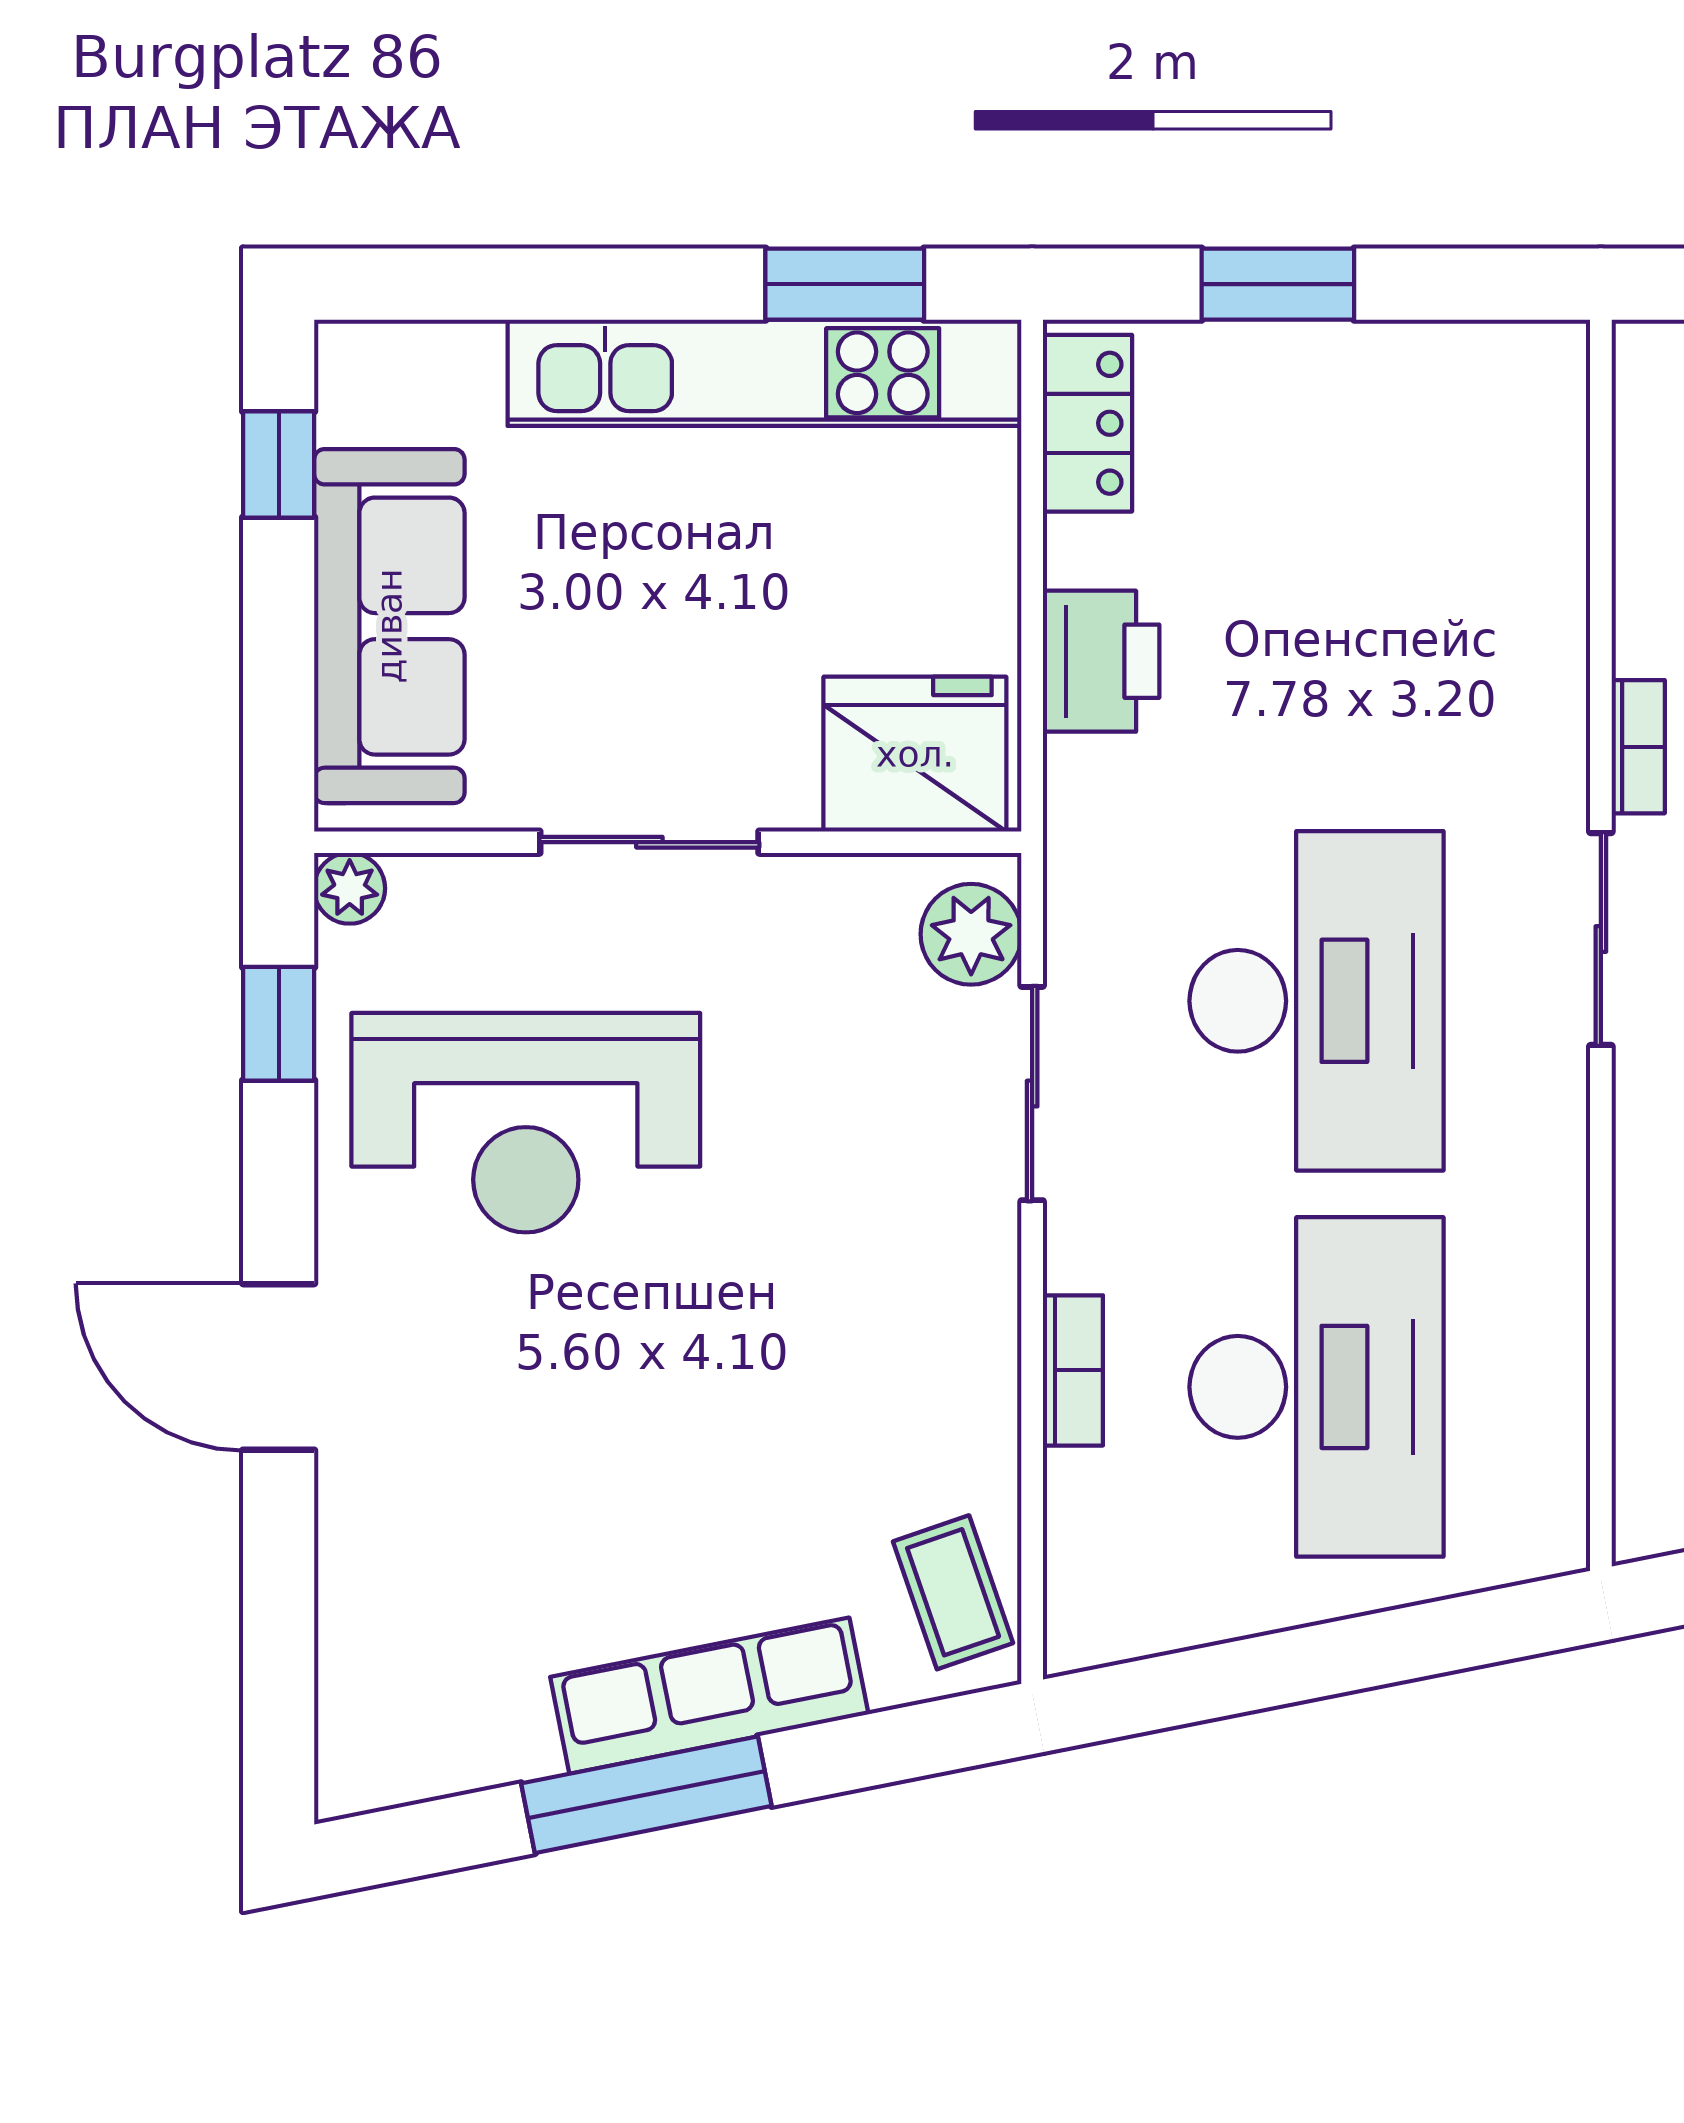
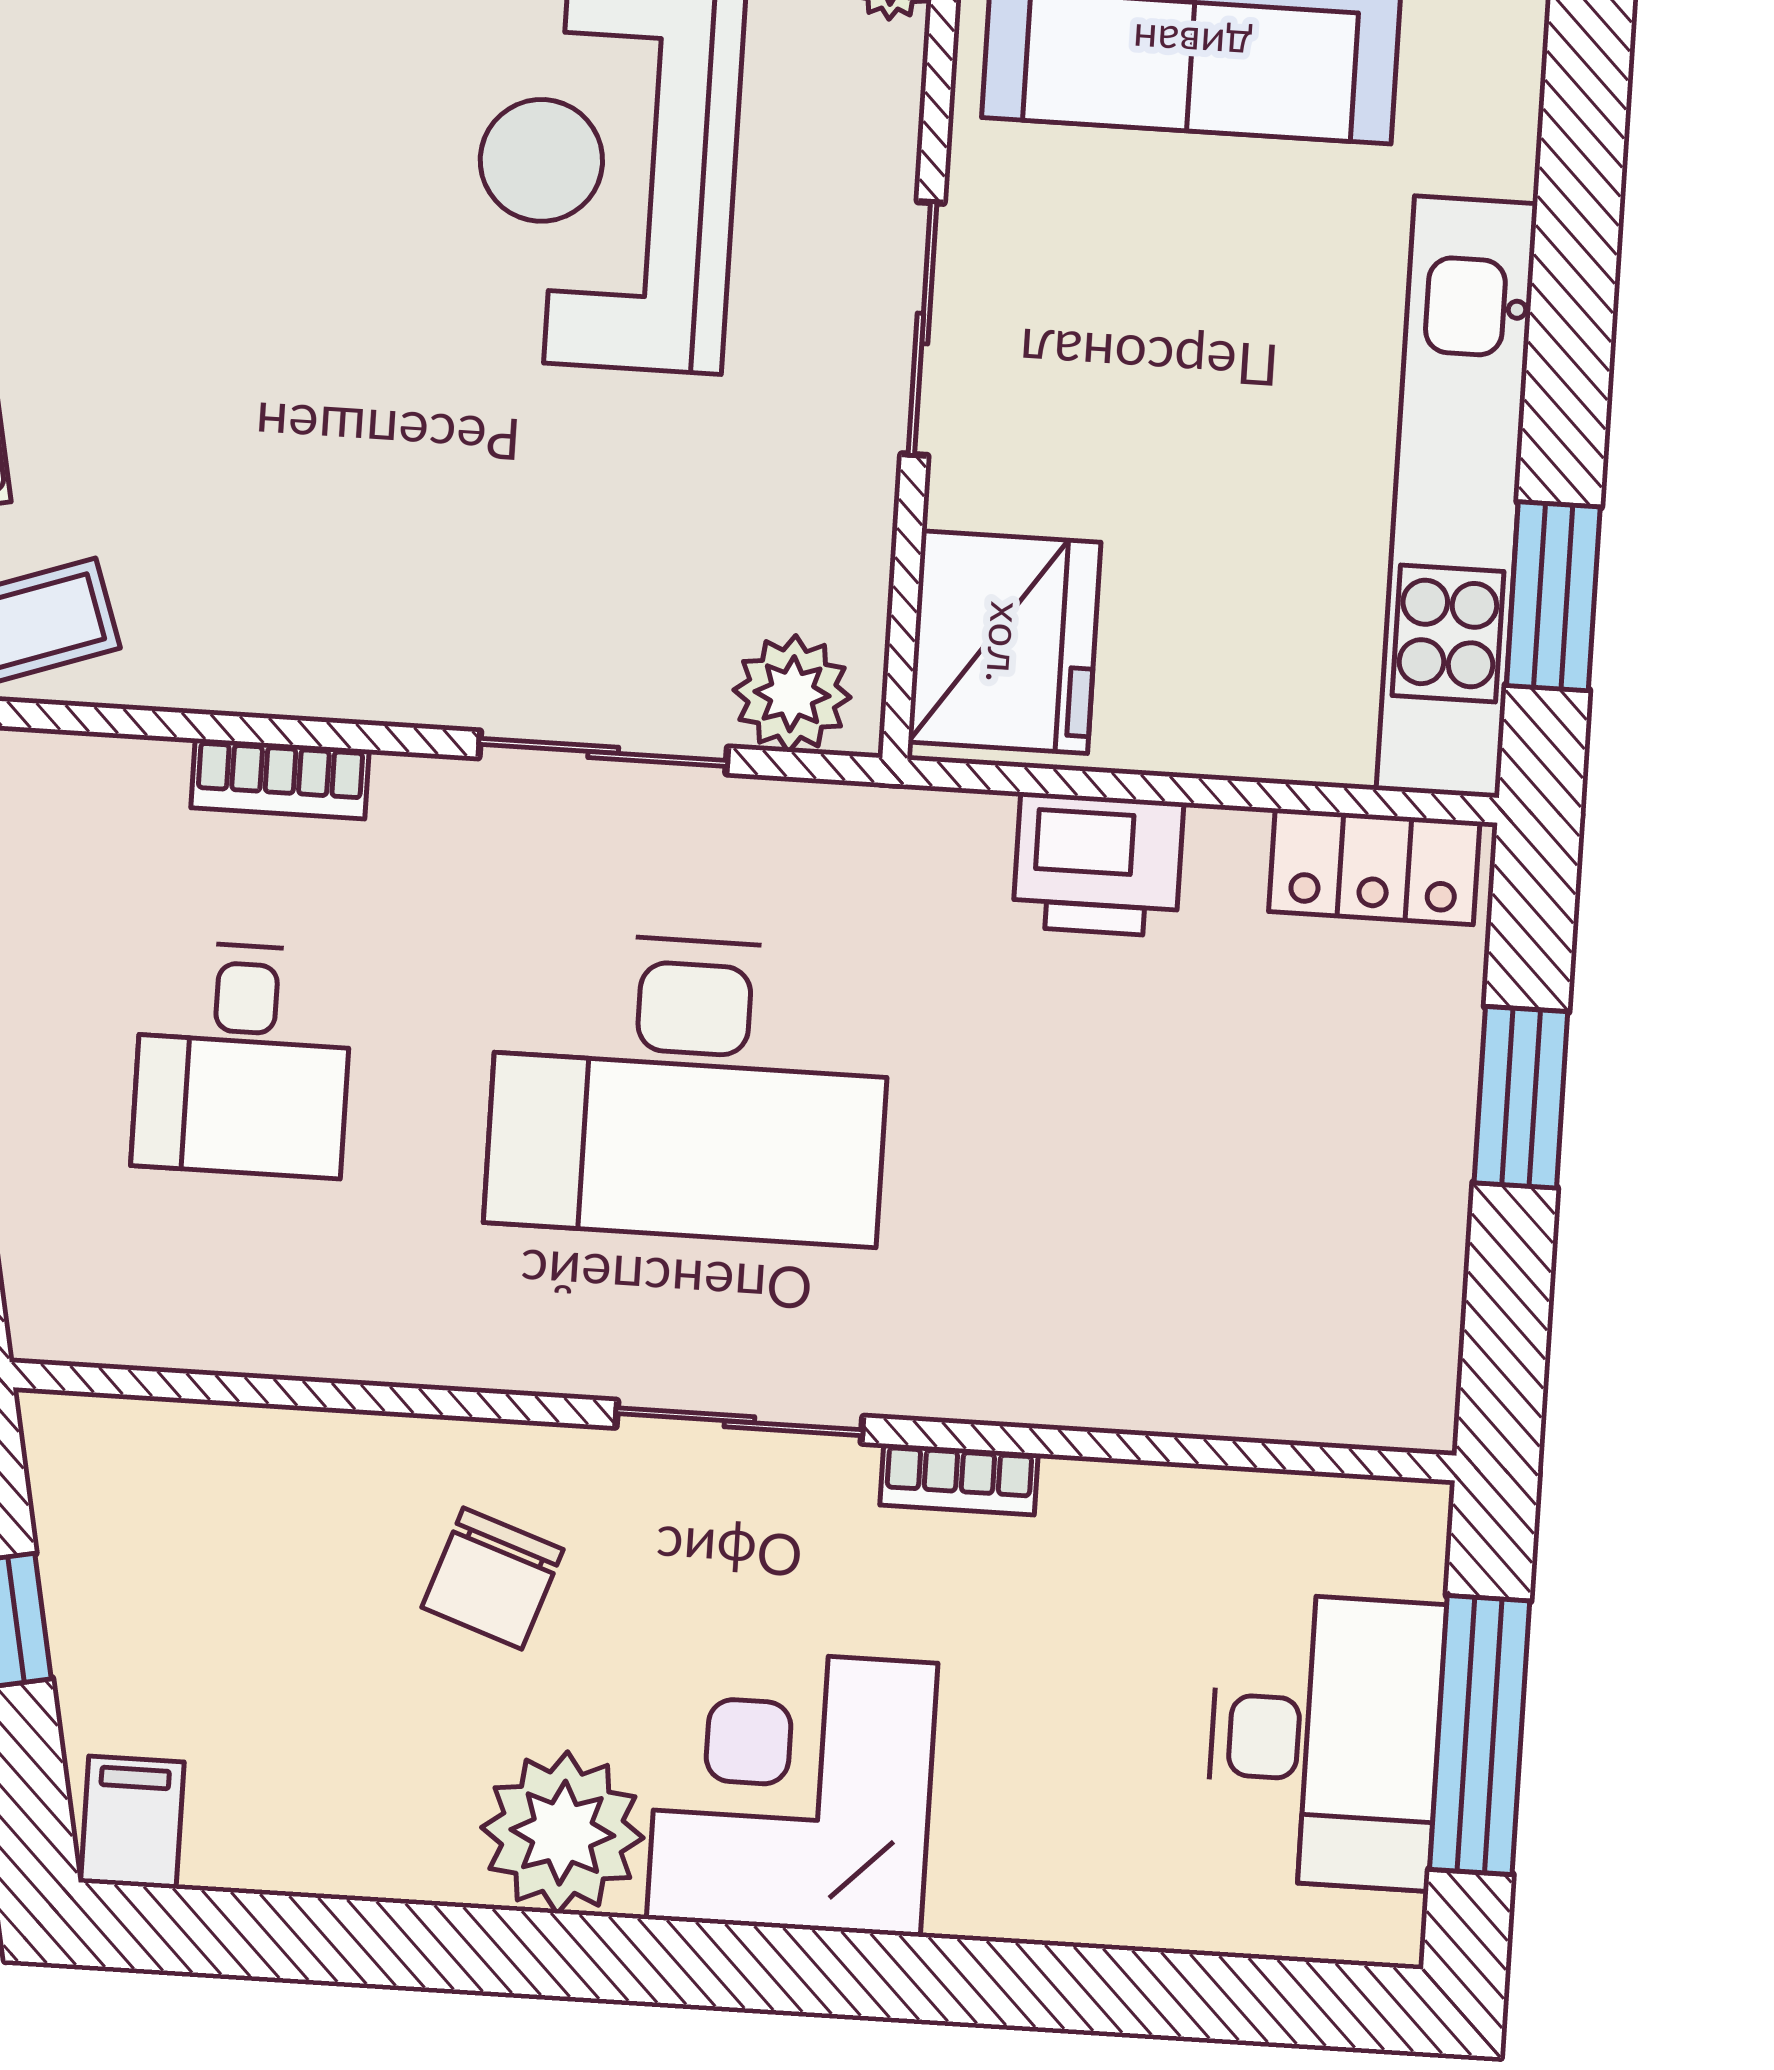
desk: (1317, 1387) -> (243, 1059), width x0.53, depth x0.77

